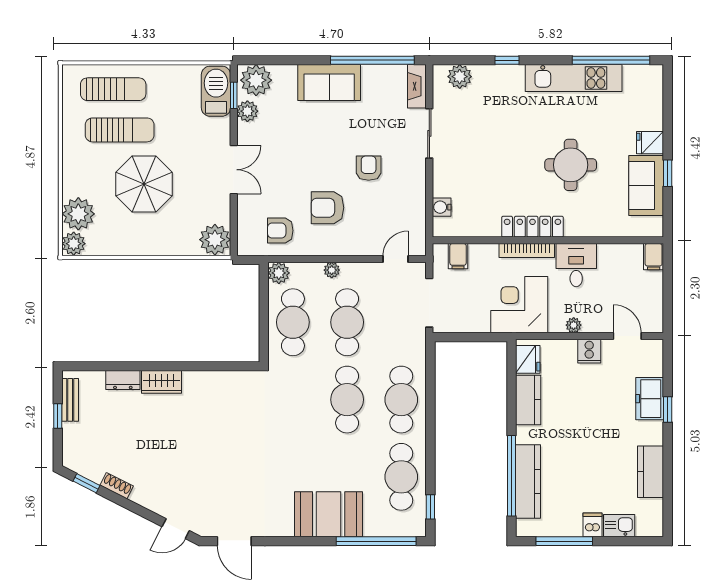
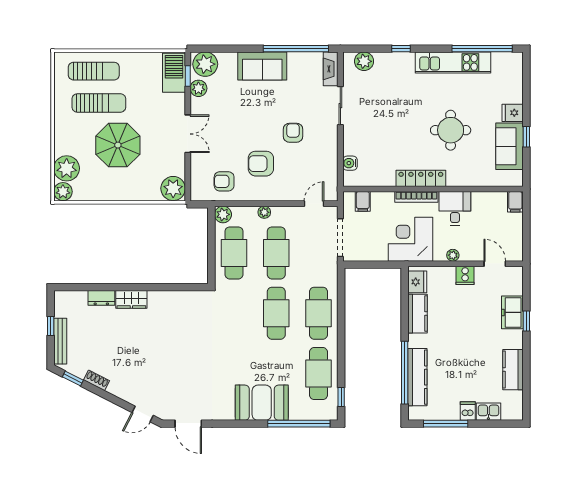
bench: (70, 400) -> (60, 341), moved, width x1.36

